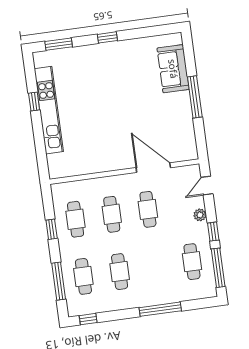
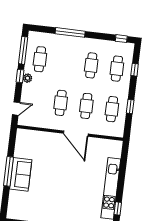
sofa: (173, 69) -> (21, 174), moved
window: (34, 102) -> (118, 208), moved
door: (153, 168) -> (76, 134), moved
plant: (200, 215) -> (28, 78), moved
window: (59, 281) -> (135, 70), width x0.46

